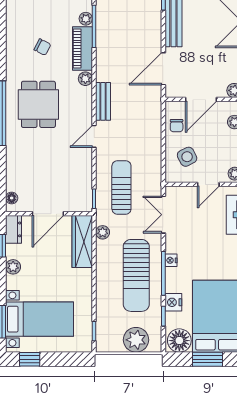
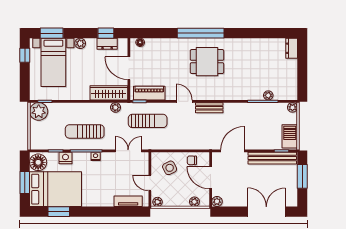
chair: (42, 47) -> (248, 64), removed
piano: (82, 48) -> (149, 93), moved
door: (163, 69) -> (232, 151), hinge flipped
plant: (85, 79) -> (225, 95), removed
dresser: (14, 229) -> (107, 44), moved
plant: (13, 267) -> (80, 43), moved
sun lounger: (136, 275) -> (85, 131), width x0.73, depth x0.75
plant: (136, 340) -> (39, 111), moved

